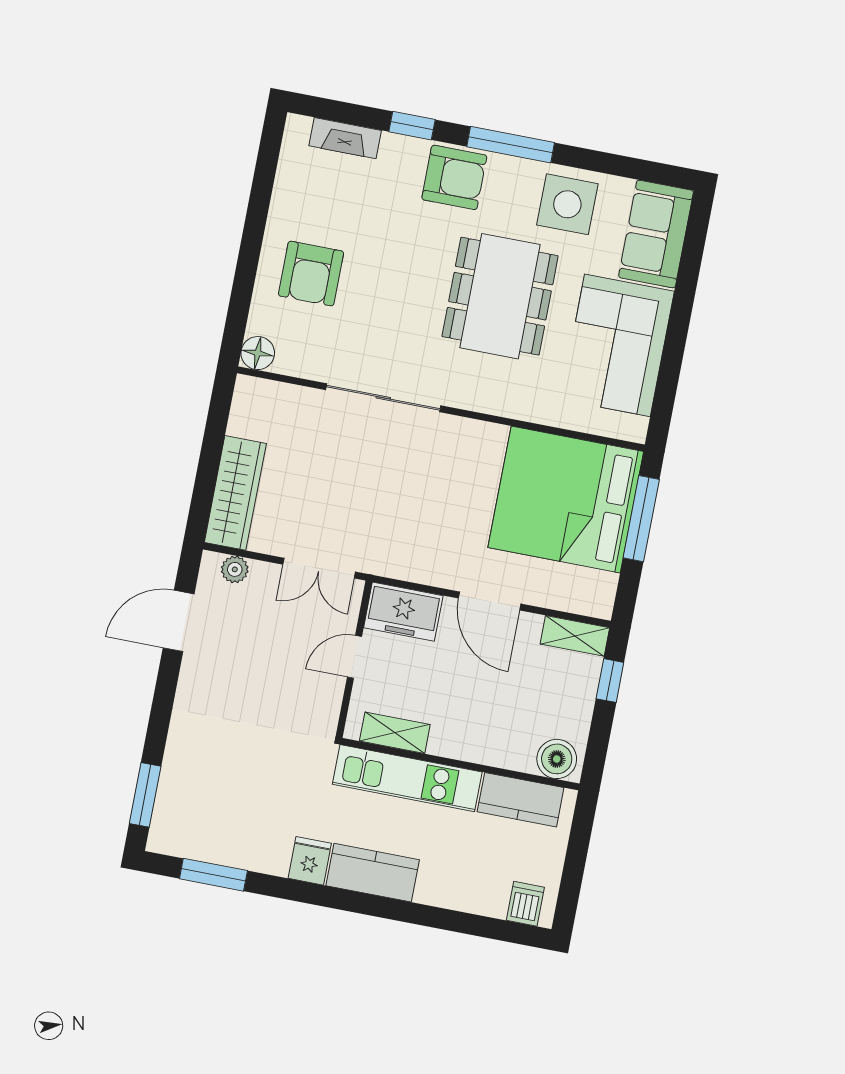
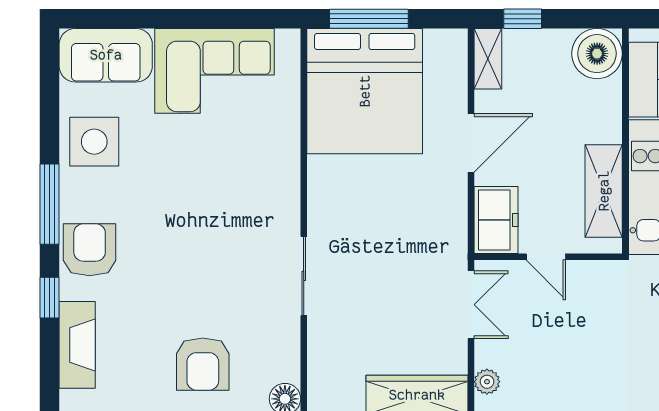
fireplace: (345, 138) -> (77, 345), width x1.37, depth x1.32
armchair: (311, 274) -> (203, 364), turned 90
dining table: (500, 296) -> (190, 187), removed
sliding door: (383, 398) -> (304, 276), width x0.73
shelving: (395, 733) -> (604, 191), width x1.50, depth x1.33
boiler: (557, 759) -> (597, 54), width x1.37, depth x1.37

